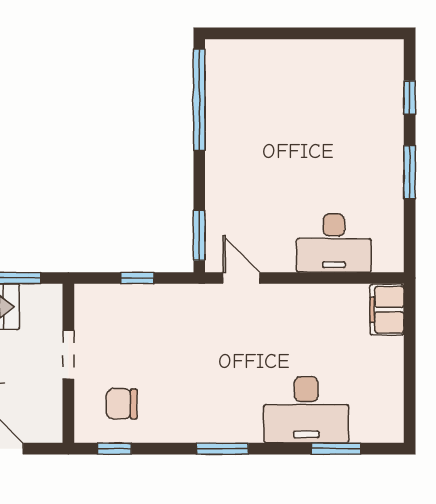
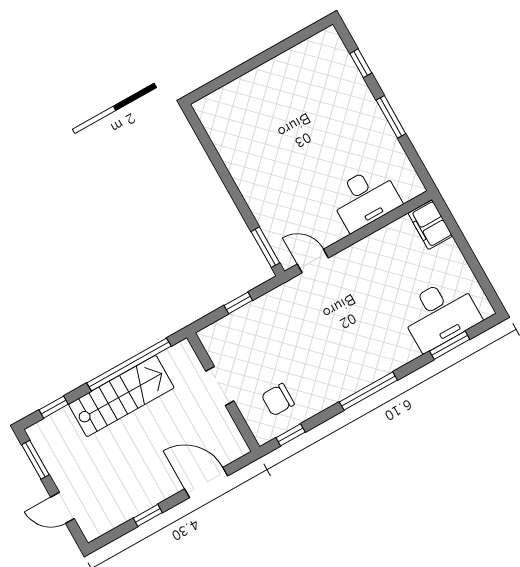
window: (199, 100) -> (210, 150), removed
desk: (306, 410) -> (440, 314), moved
window: (222, 449) -> (368, 391), width x1.44

